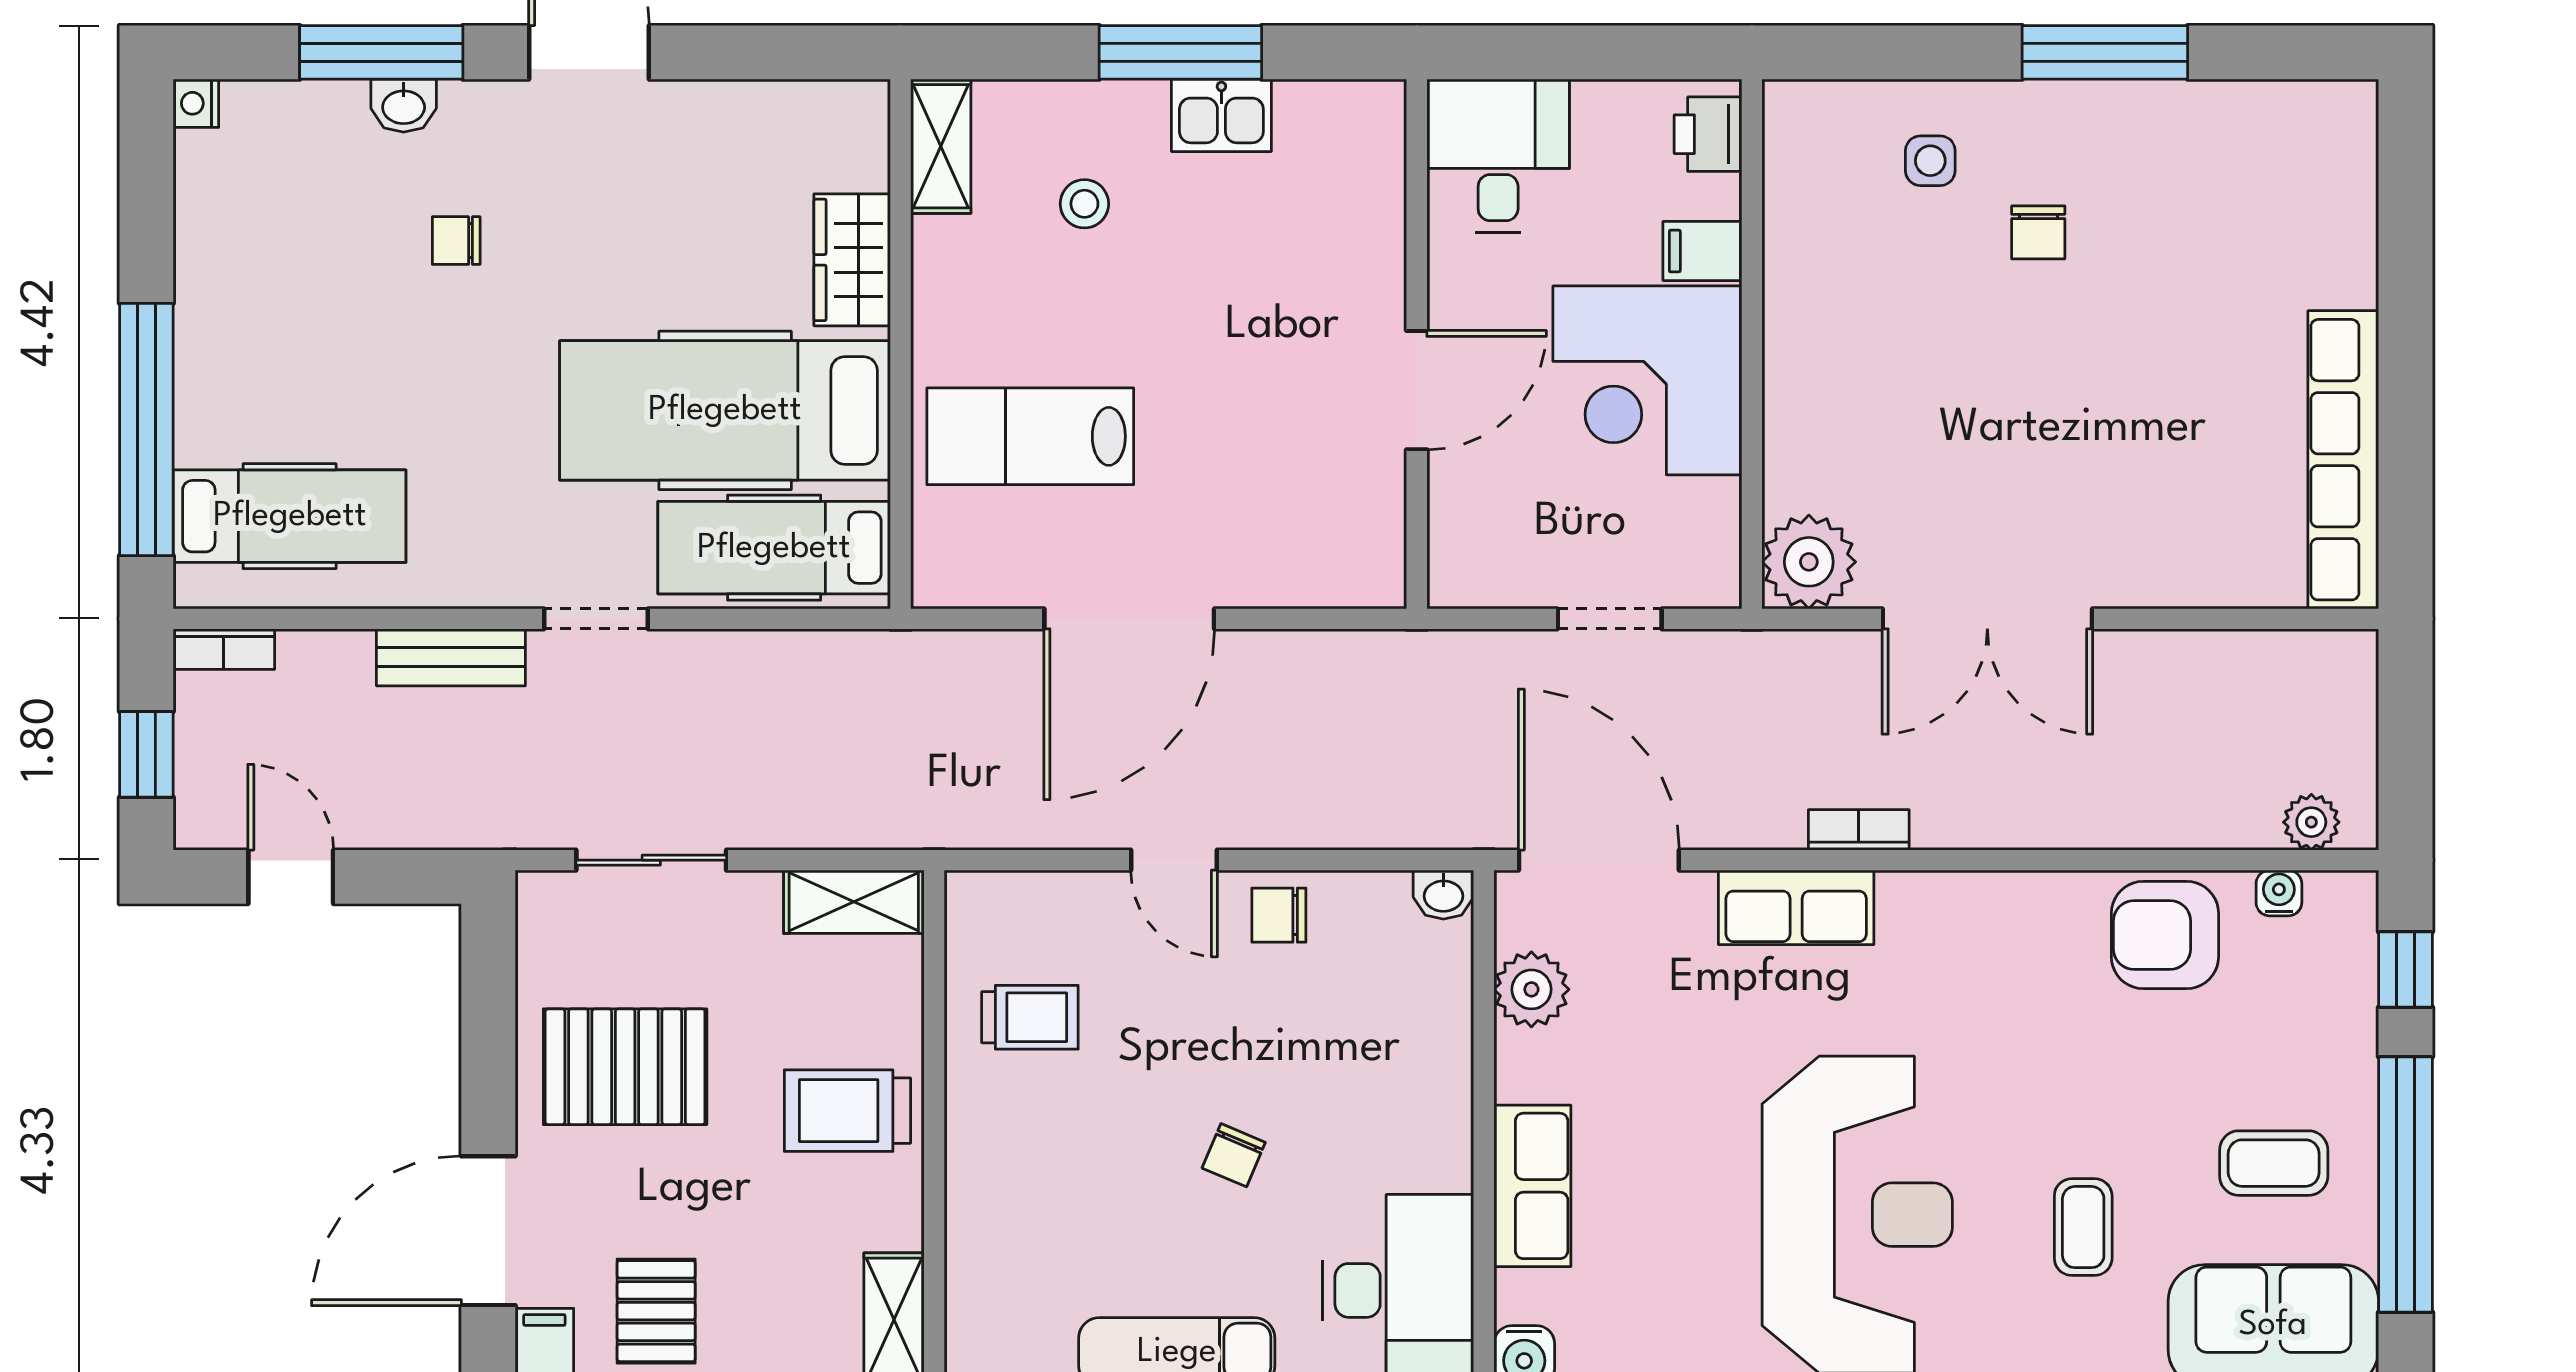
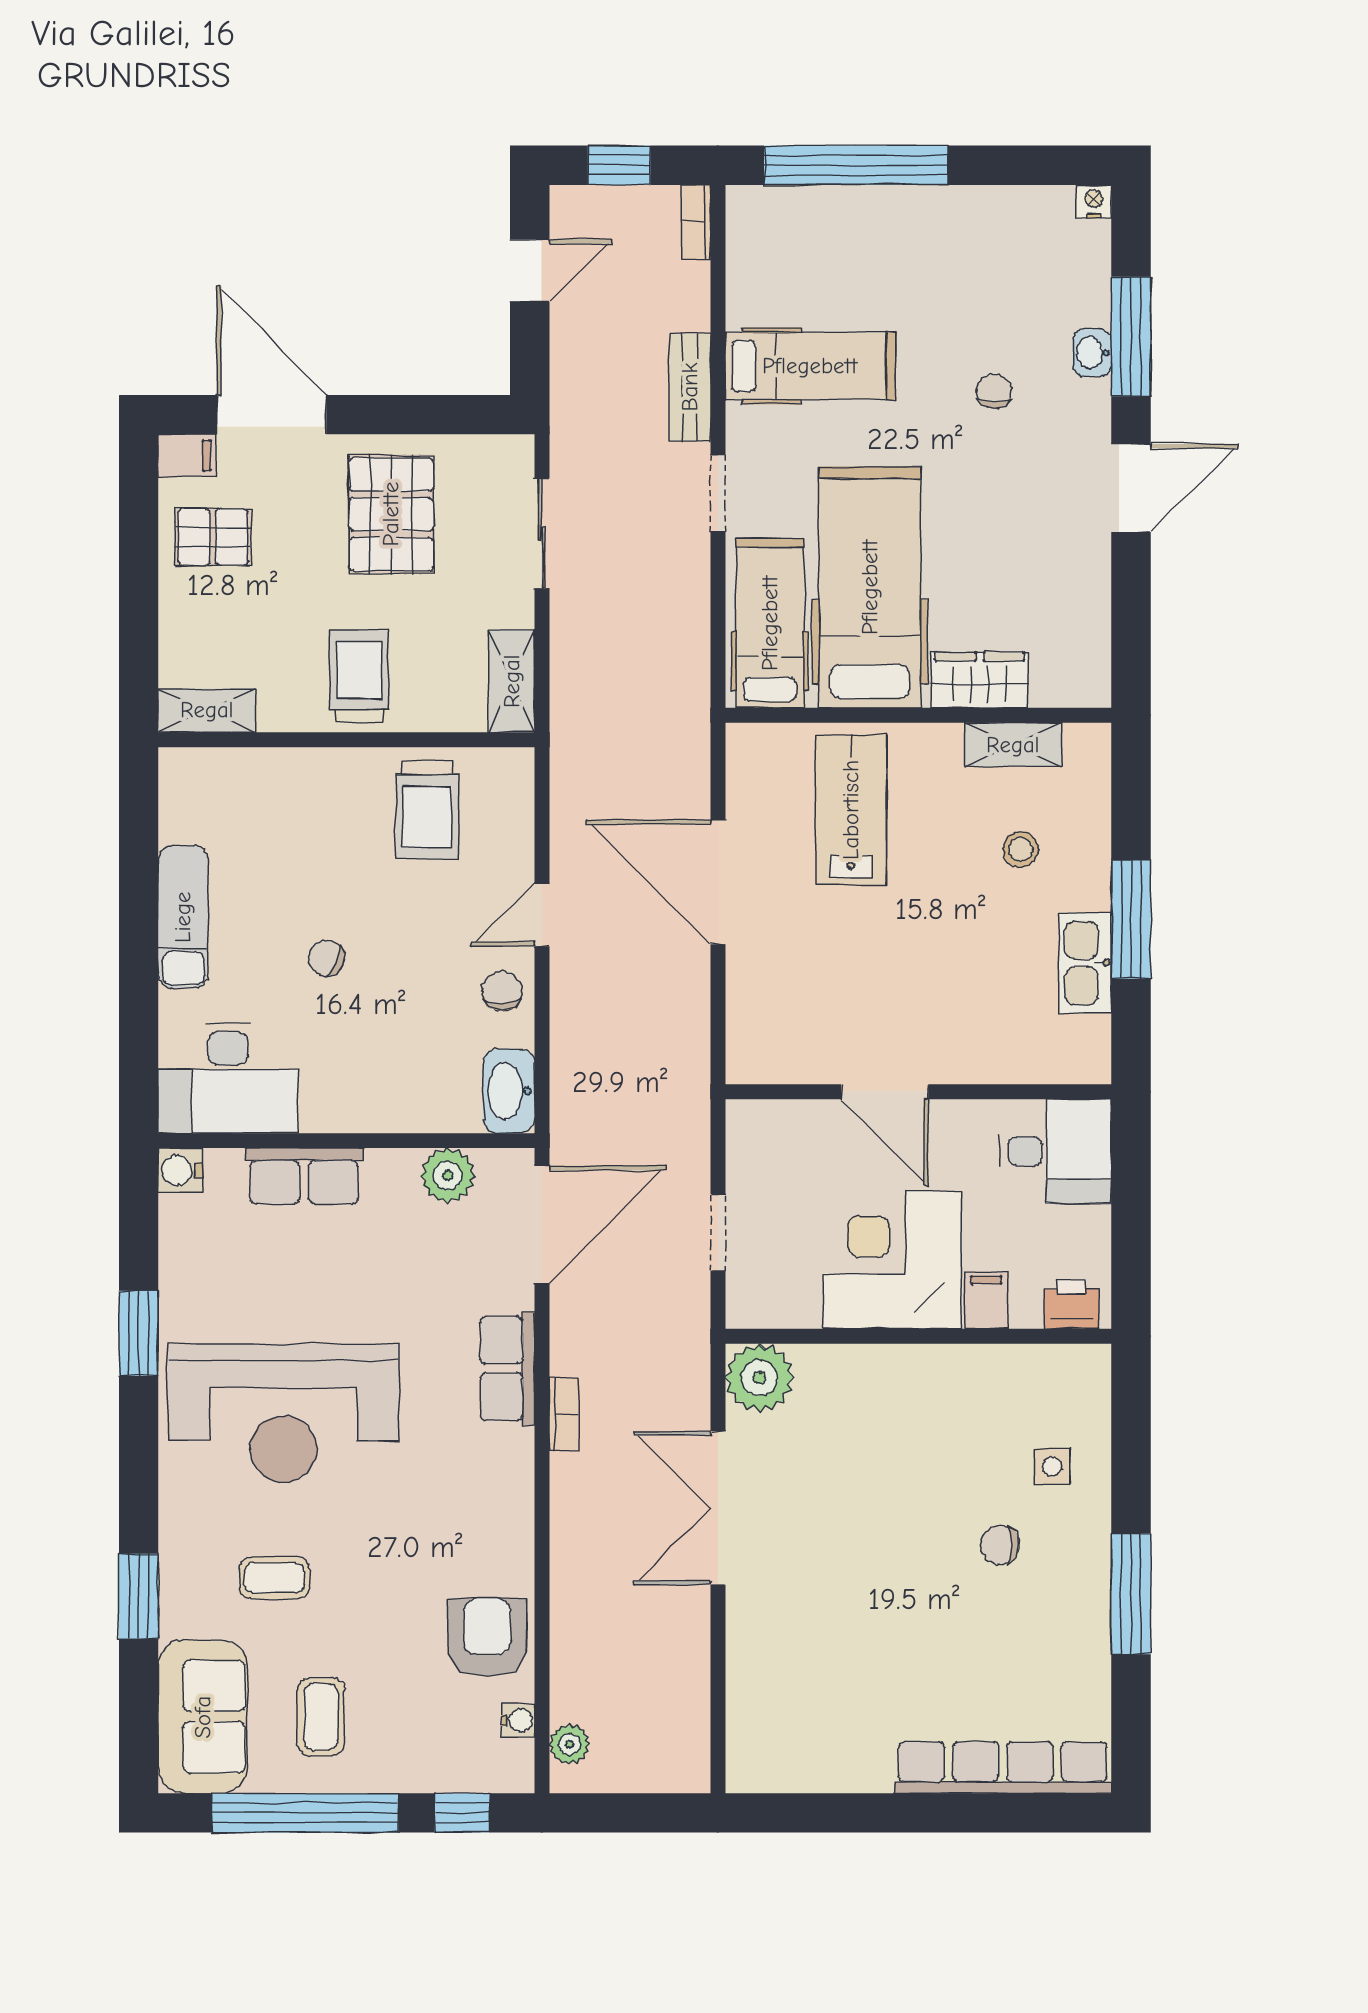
kitchen sink: (1221, 115) -> (1085, 963), width x1.38
shelving: (941, 146) -> (1013, 745), moved
row of seats: (2343, 460) -> (1003, 1768), moved
hospital bed: (290, 516) -> (810, 366), moved, turned -90
washbasin: (1443, 895) -> (509, 1091), width x1.91, depth x1.45
trolley: (1030, 1017) -> (427, 810), width x1.36, depth x1.39

